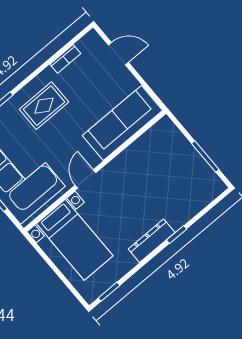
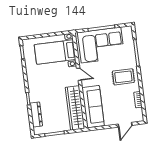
rug: (44, 106) -> (123, 77), turned 90
wardrobe: (143, 151) -> (75, 108), added
dresser: (152, 241) -> (36, 114), moved

